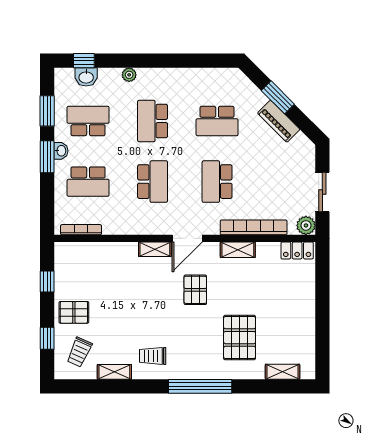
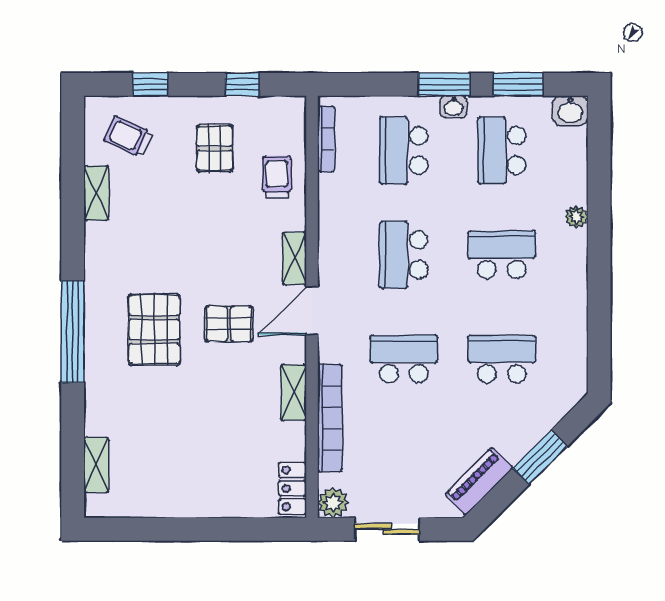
window: (84, 61) -> (599, 144), removed
washbasin: (86, 77) -> (570, 111), moved, turned -90
school desk: (88, 121) -> (502, 150), turned 180
school desk: (217, 121) -> (502, 359), turned 90
piano: (279, 121) -> (479, 481), moved
school desk: (153, 182) -> (404, 255), turned 90
door: (187, 238) -> (312, 311), hinge flipped
pallet: (74, 312) -> (215, 148), moved
pallet: (240, 338) -> (154, 330), moved, turned 90
trolley: (153, 356) -> (277, 177), moved

